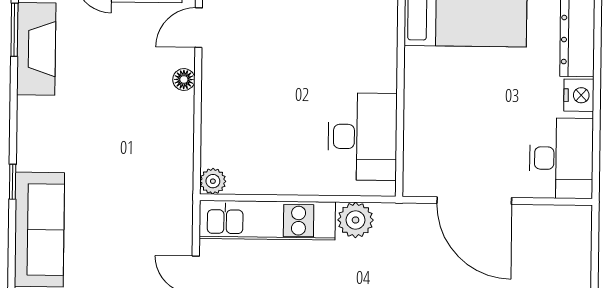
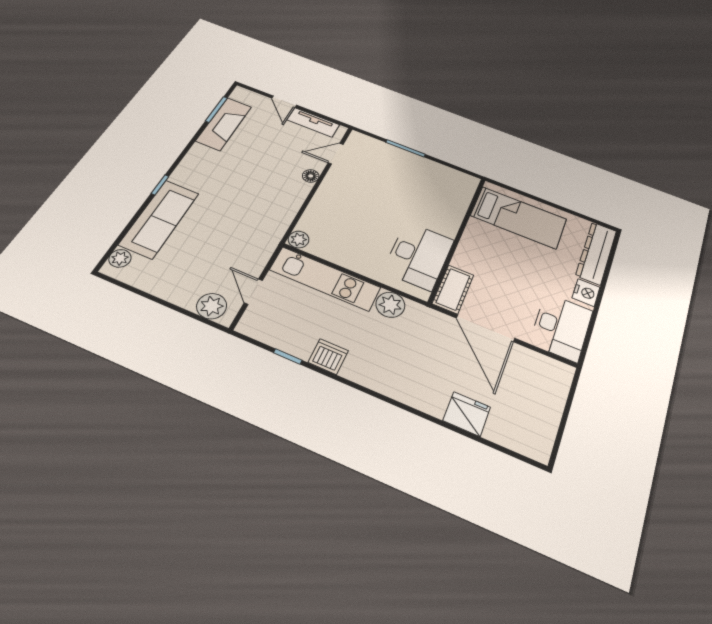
cot: (420, 165) -> (453, 289), added

